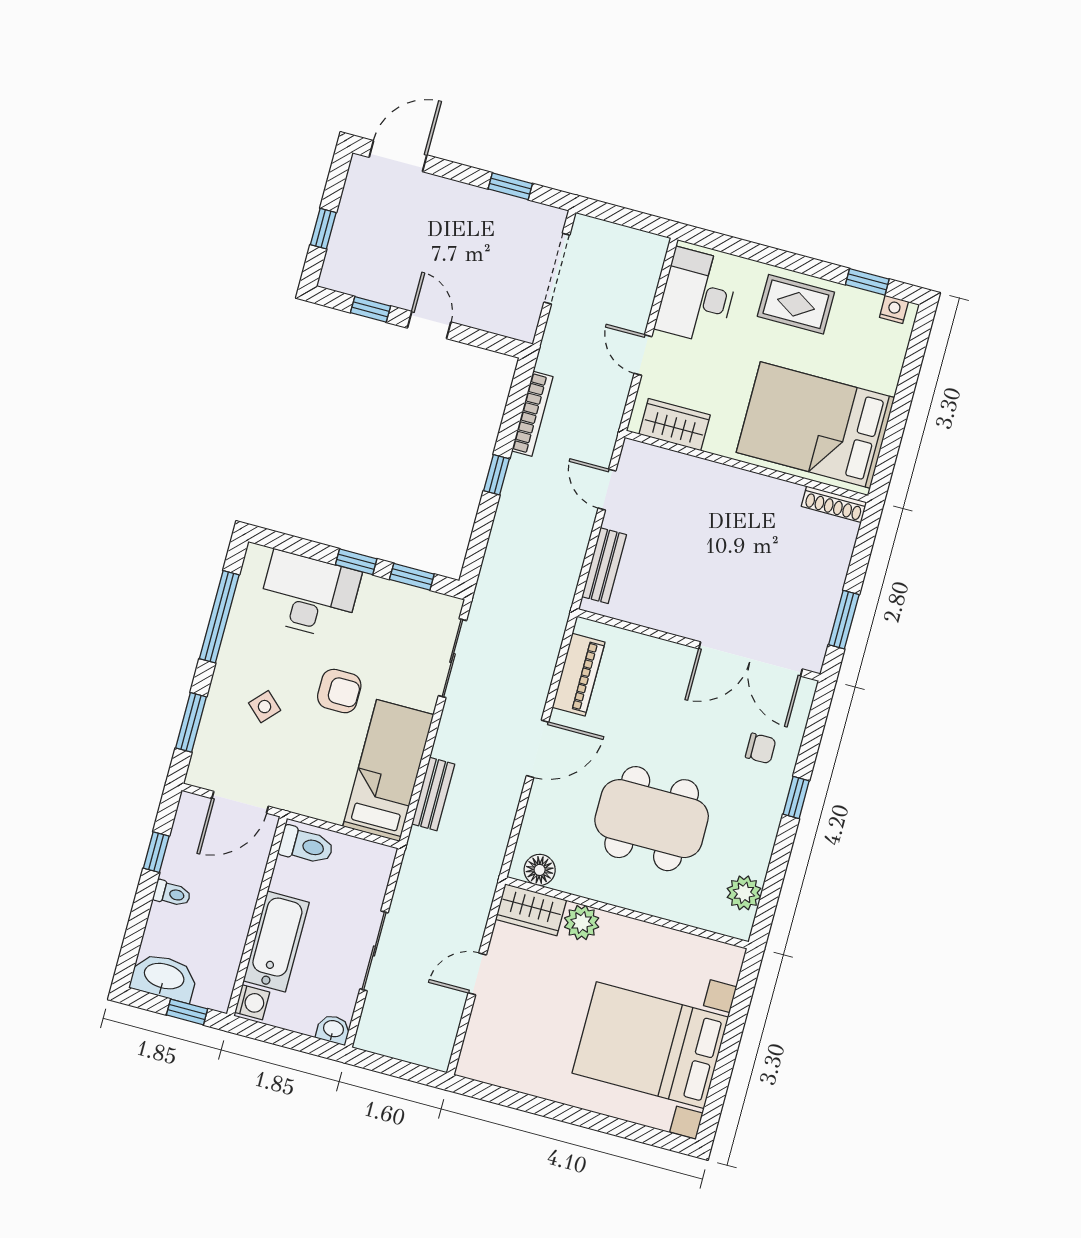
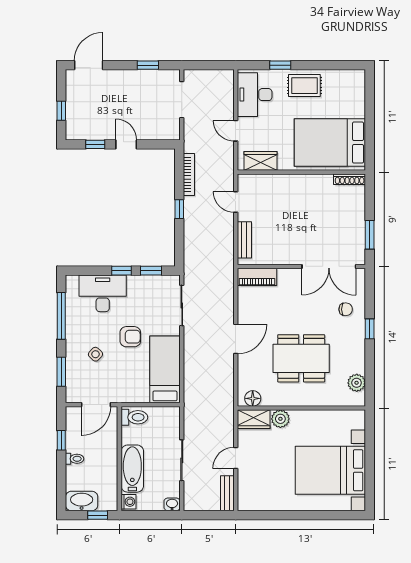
window: (867, 282) -> (280, 65), moved
nightstand: (894, 309) -> (353, 75), removed
piano: (579, 675) -> (257, 277), moved, turned 90
bench: (433, 794) -> (227, 493), moved

